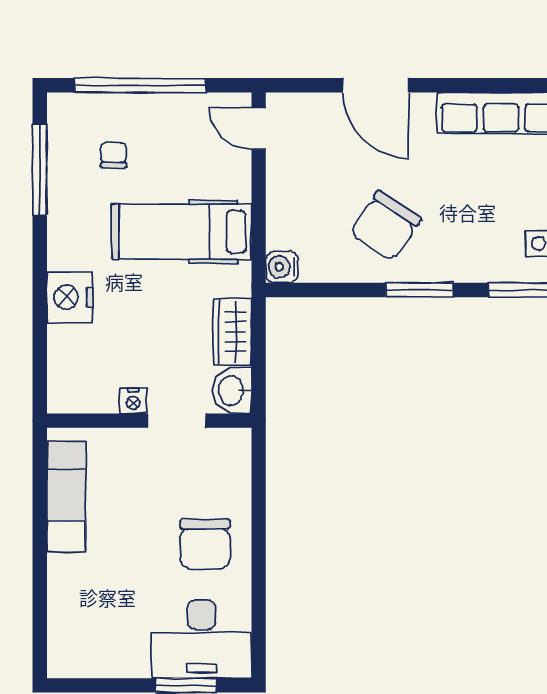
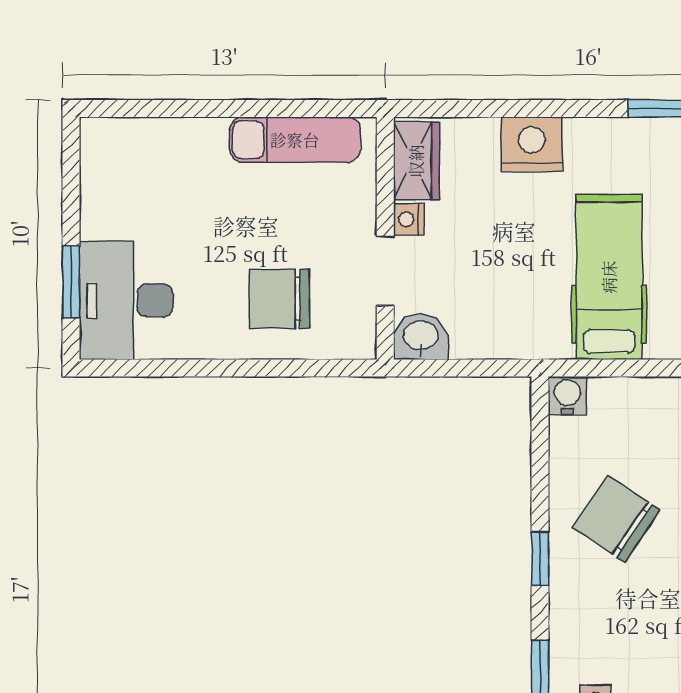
window: (419, 290) -> (540, 559), width x0.67
wardrobe: (232, 332) -> (416, 161), moved, turned 90
chair: (205, 544) -> (280, 299), moved

